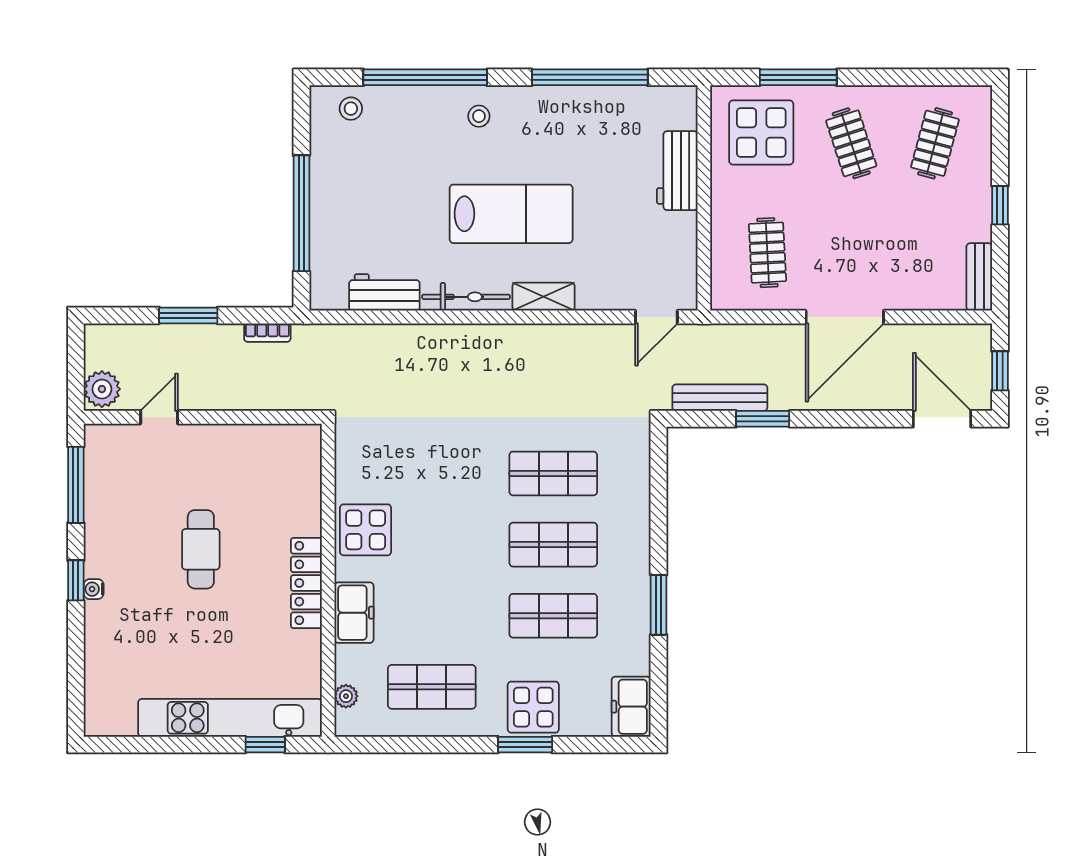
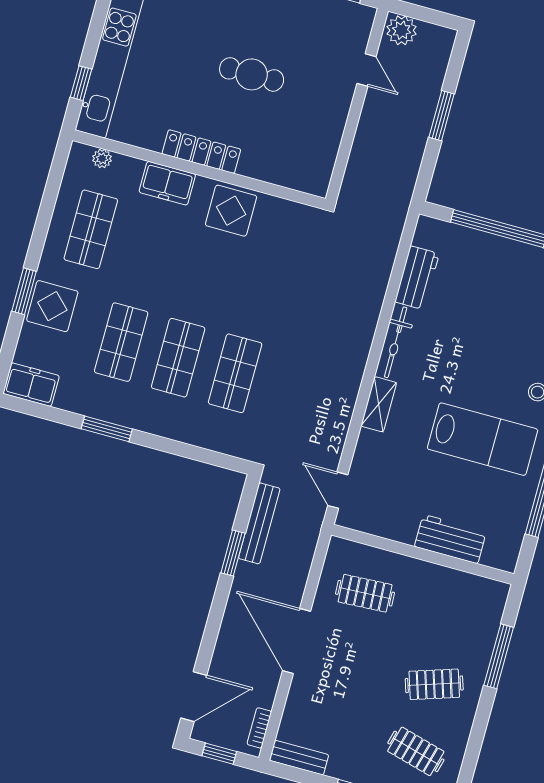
display table: (761, 133) -> (463, 615), removed
lab bench: (511, 214) -> (483, 439), moved, turned -90
bookcase: (267, 333) -> (259, 728), moved

